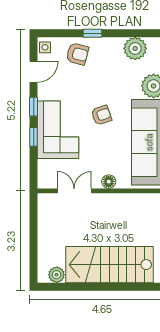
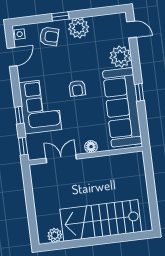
plant: (135, 48) -> (79, 28), moved
window: (34, 107) -> (23, 146), moved
armchair: (101, 115) -> (77, 88), turned 109

